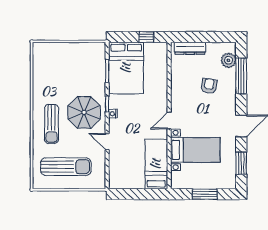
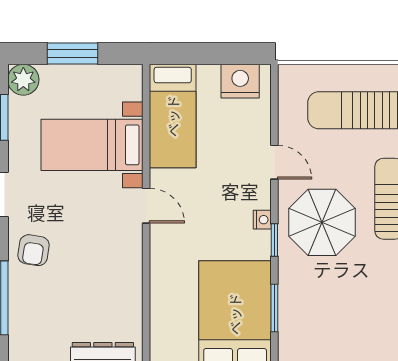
plant: (228, 60) -> (23, 80), moved
armchair: (209, 86) -> (33, 250), moved
door: (169, 121) -> (146, 206), hinge flipped
nightstand: (124, 181) -> (240, 81), added

